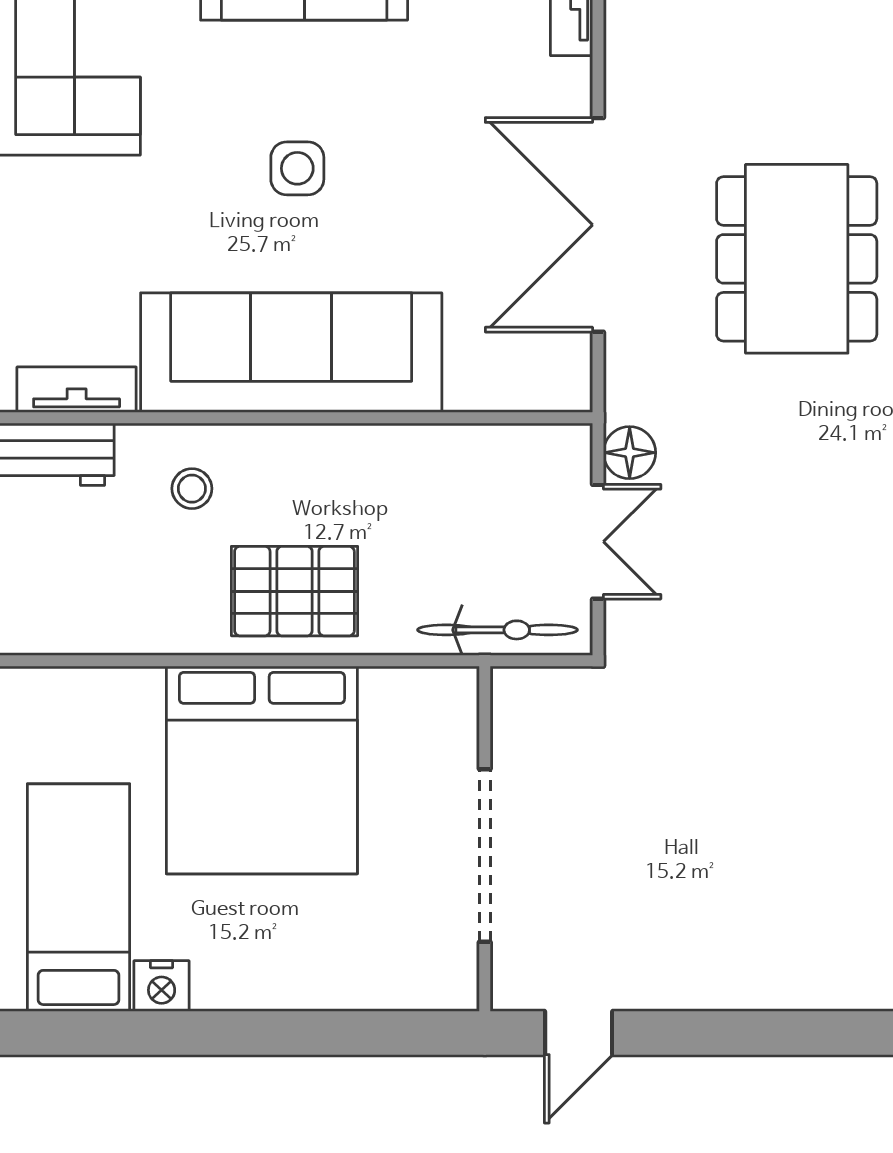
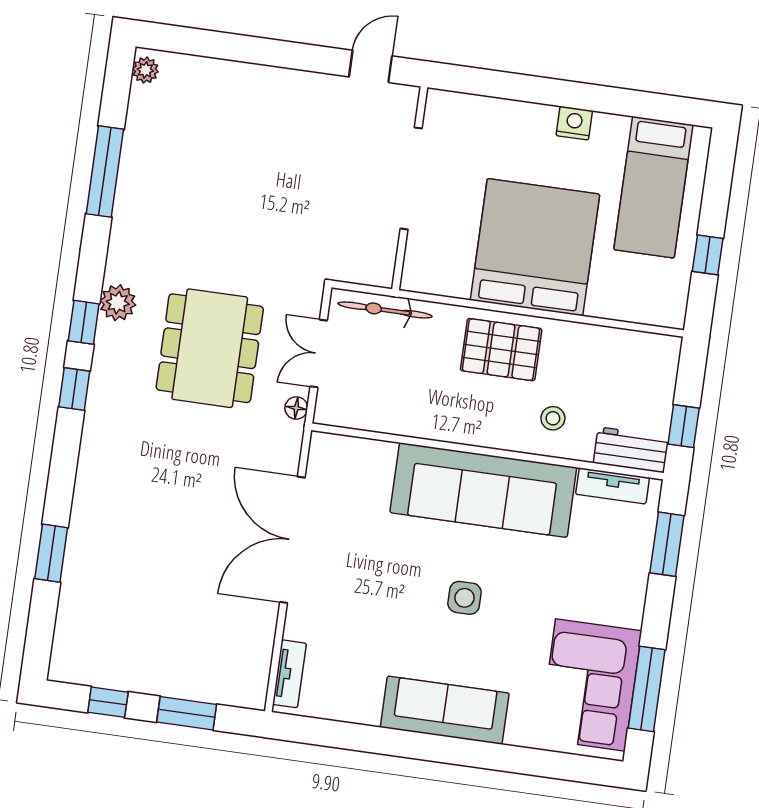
double door: (598, 225) -> (292, 540), swing flipped
dining table: (797, 259) -> (210, 348), moved
floor lamp: (630, 453) -> (296, 408), width x0.73, depth x0.73
nightstand: (162, 986) -> (574, 123), moved

